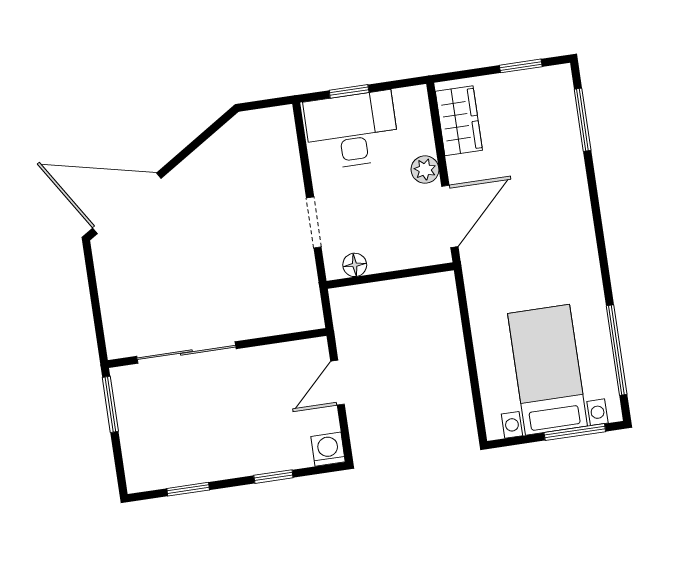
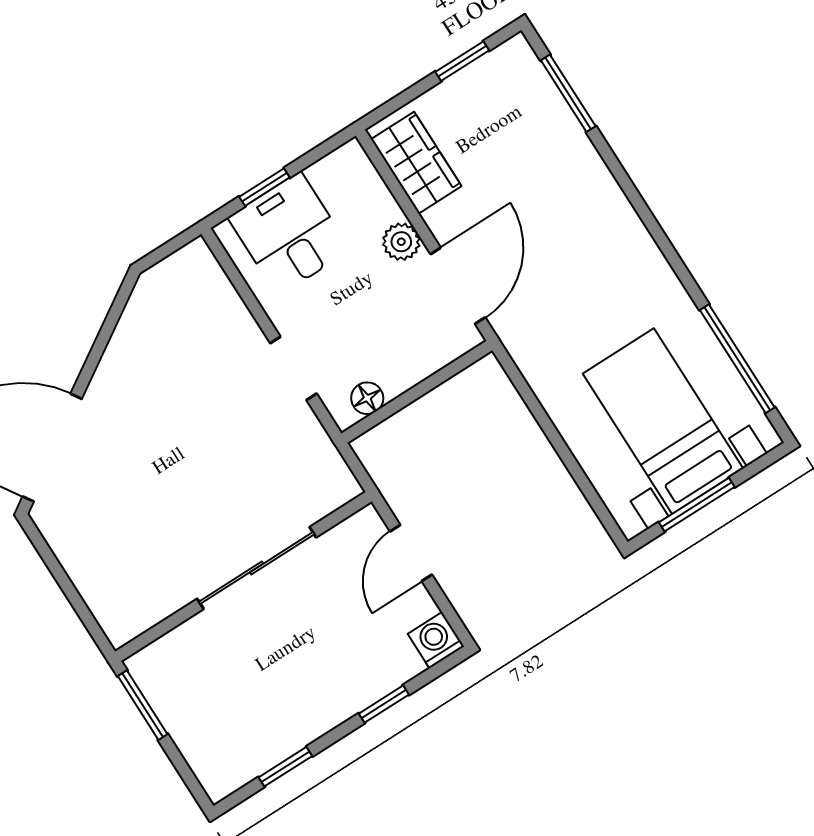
desk: (352, 130) -> (289, 234), width x0.73
sliding door: (186, 352) -> (257, 568), moved
window: (575, 432) -> (697, 505), moved

